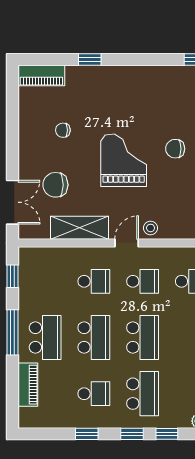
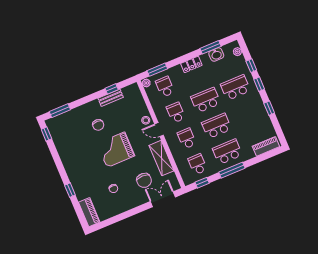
piano: (28, 385) -> (266, 146), moved
school desk: (94, 394) -> (198, 164), moved

